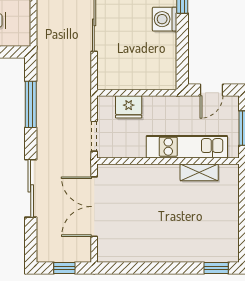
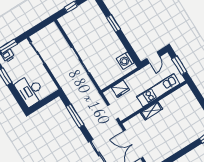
washing machine: (165, 19) -> (125, 61), moved
shelving: (199, 172) -> (152, 111), moved

